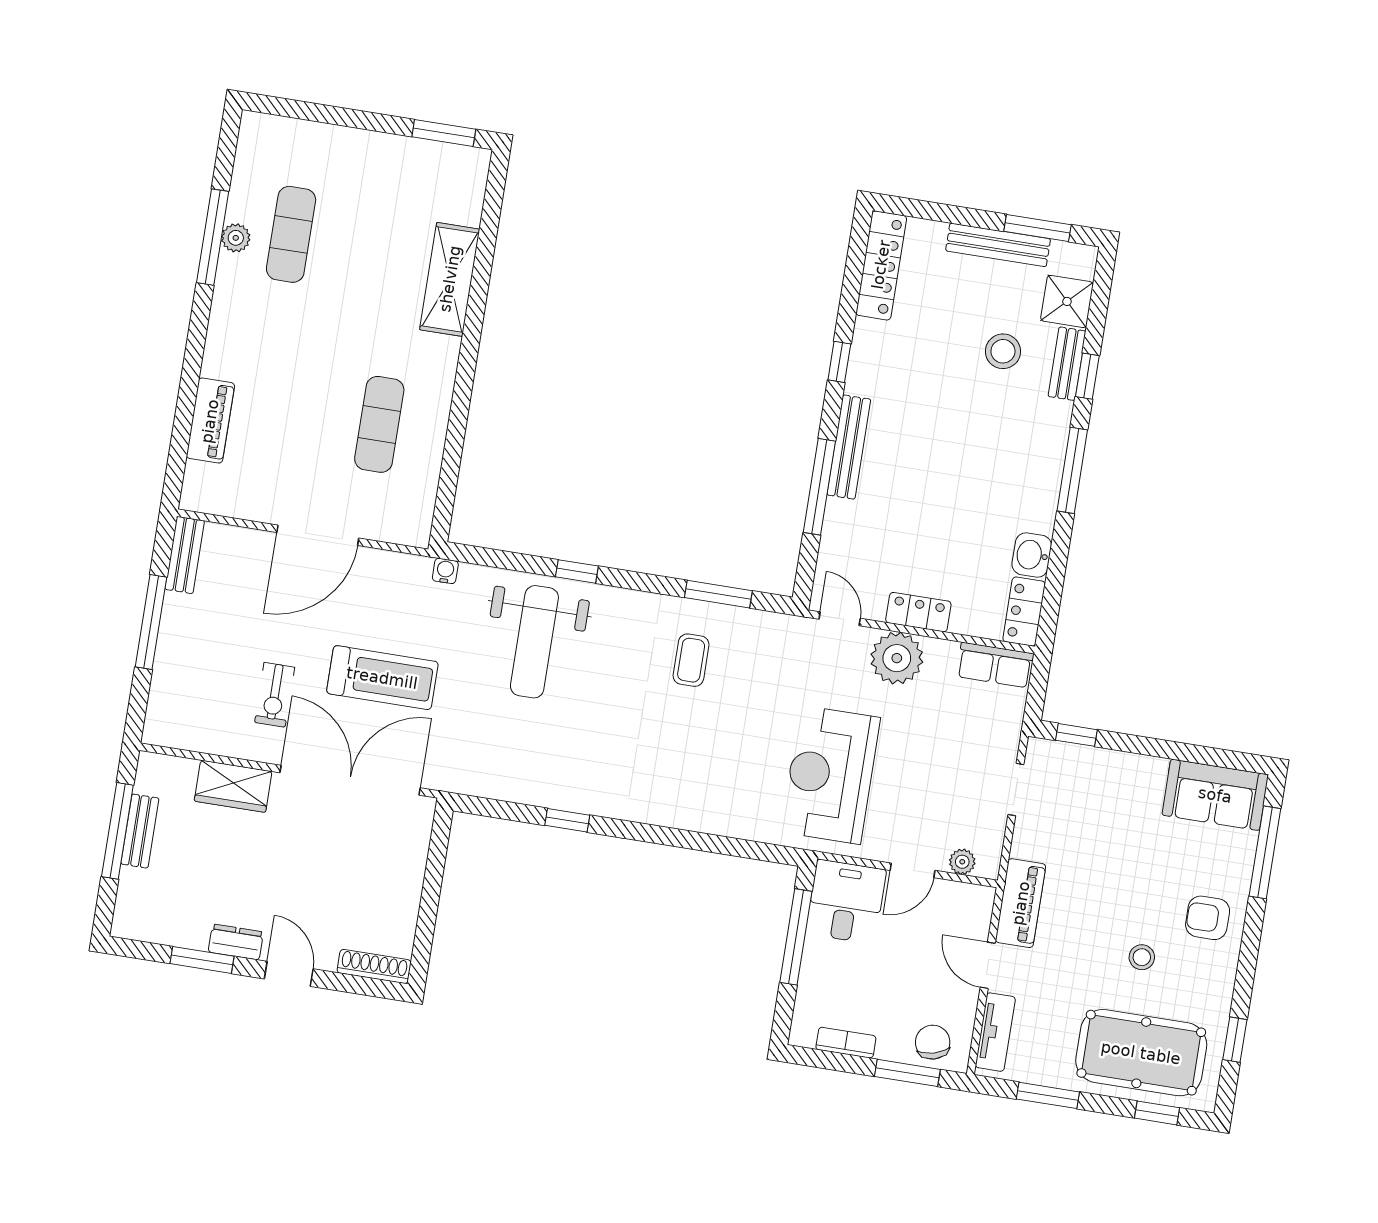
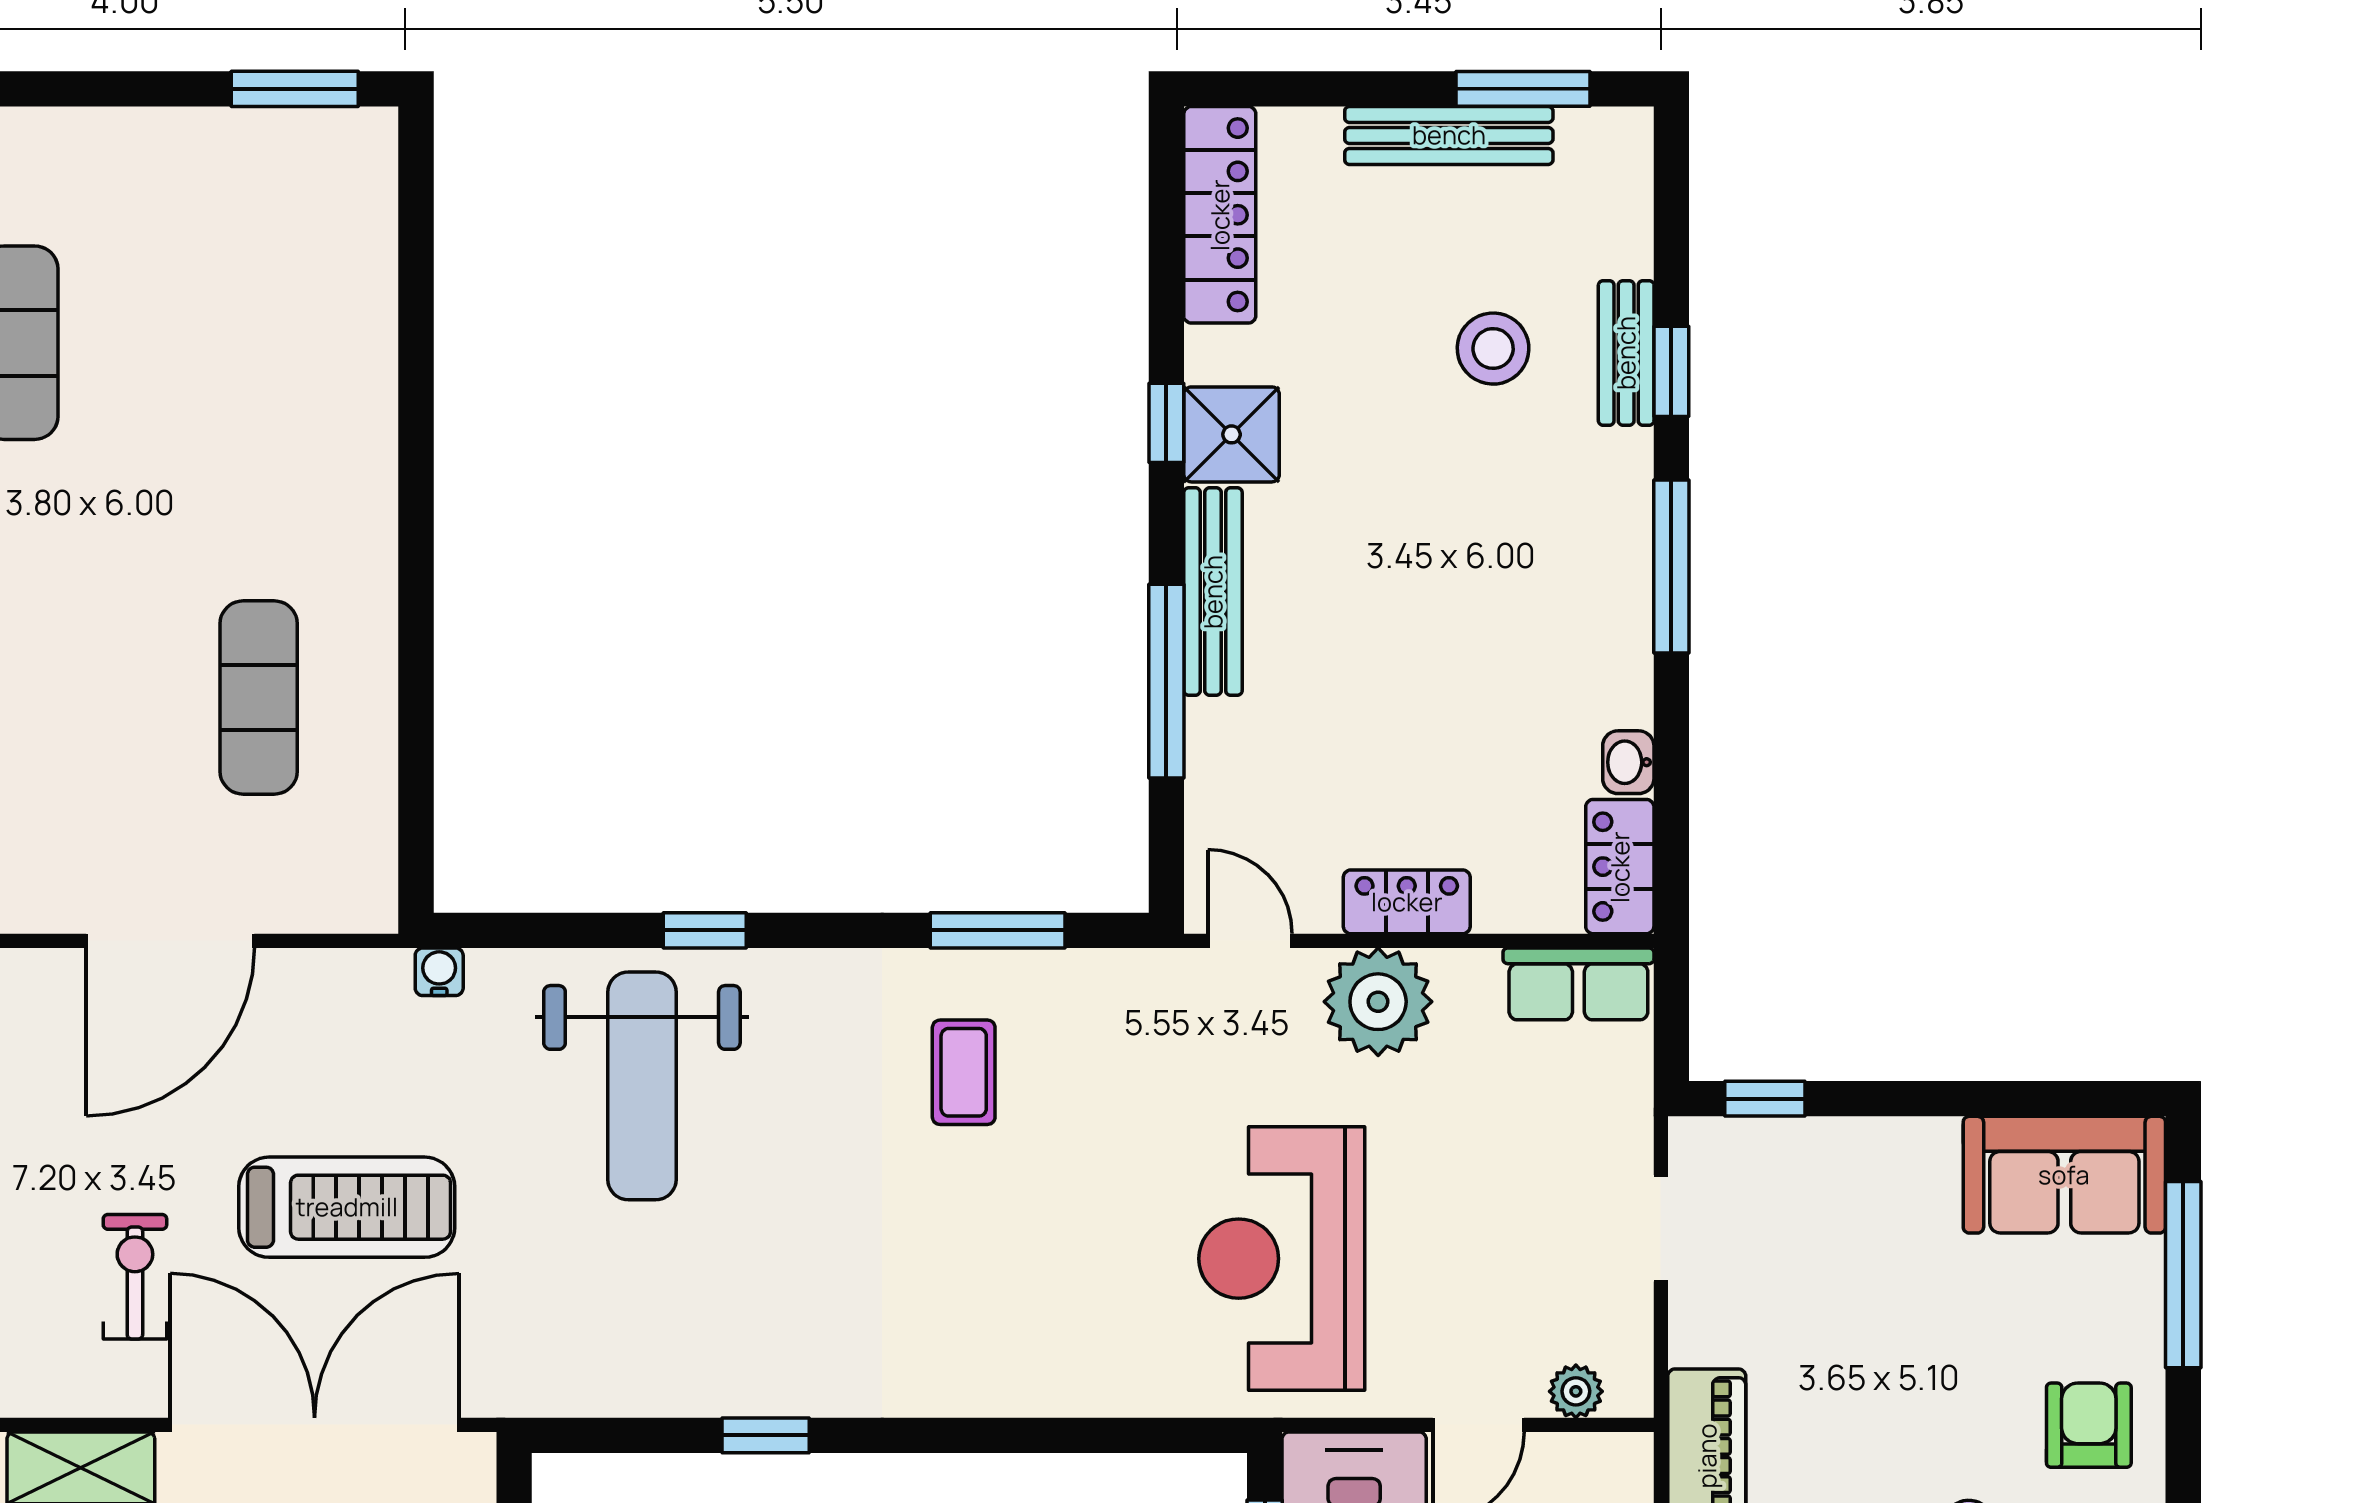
shelving: (450, 279) -> (354, 382), removed
shower: (1067, 301) -> (1232, 434), moved
washbasin: (1032, 555) -> (1628, 762), width x0.72, depth x0.69
exercise bike: (275, 695) -> (135, 1277), turned 180
armchair: (1208, 918) -> (2089, 1425), turned 90

